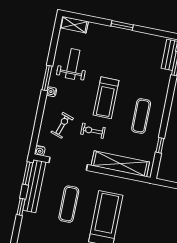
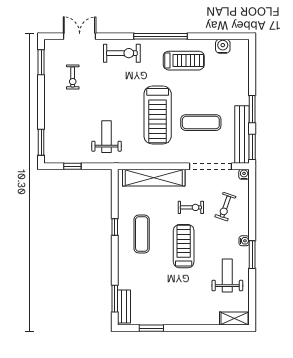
window: (122, 25) -> (151, 328), moved
weight bench: (73, 64) -> (227, 276), turned 180
window: (160, 145) -> (115, 227), moved
exercise mat: (69, 204) -> (201, 123), turned 90
window: (21, 207) -> (252, 109), width x1.50
weight bench: (155, 209) -> (107, 137), added

